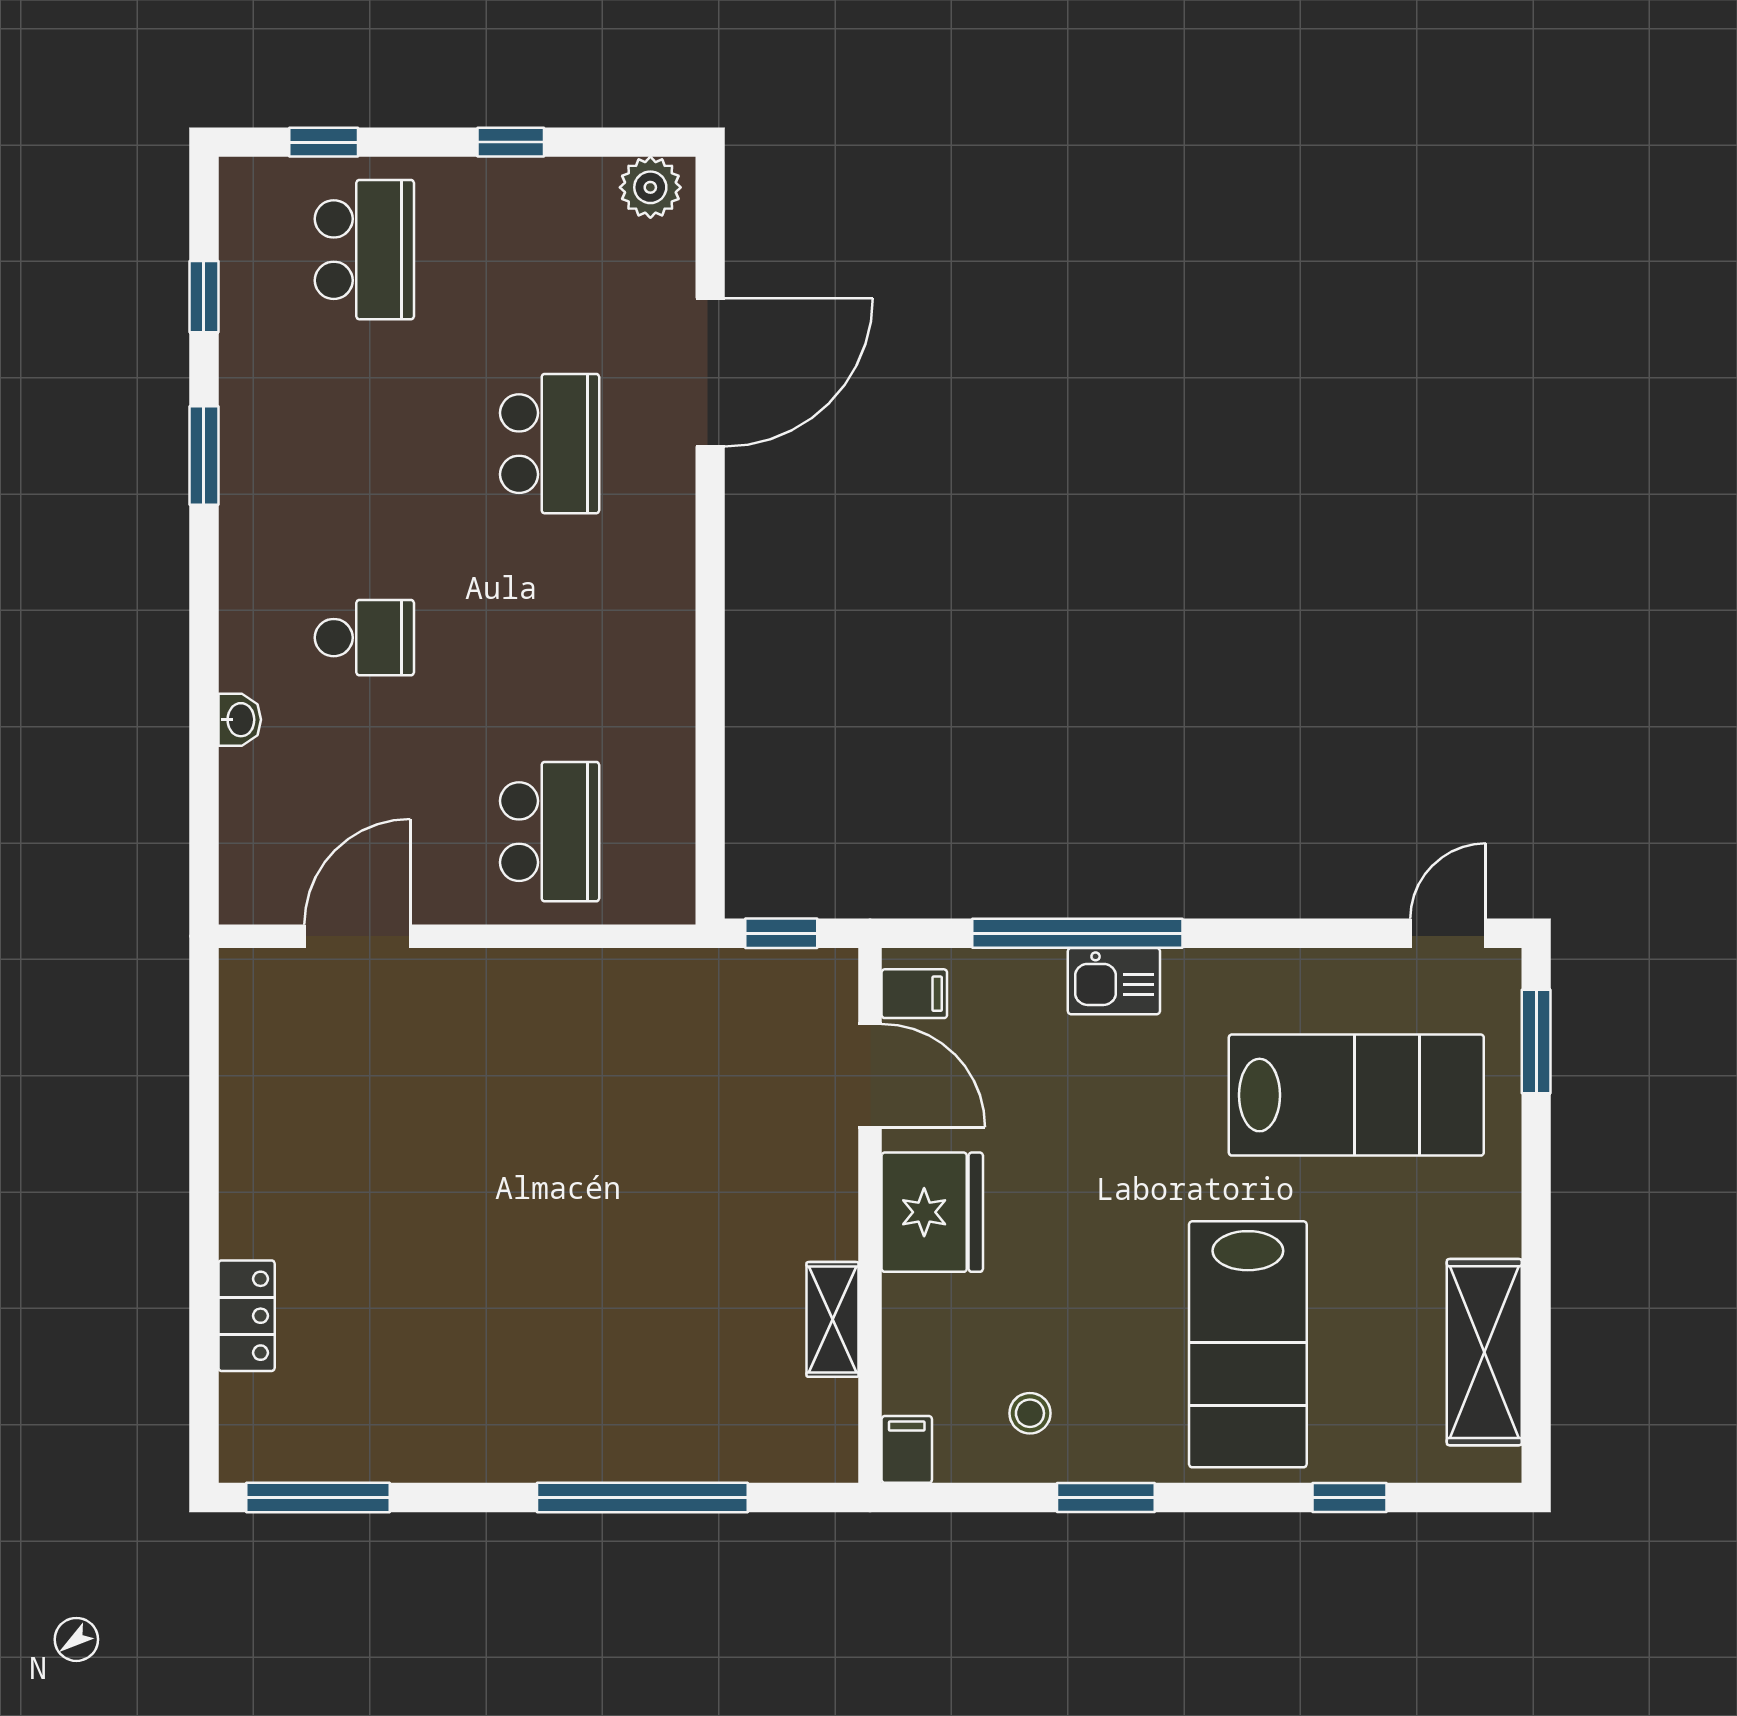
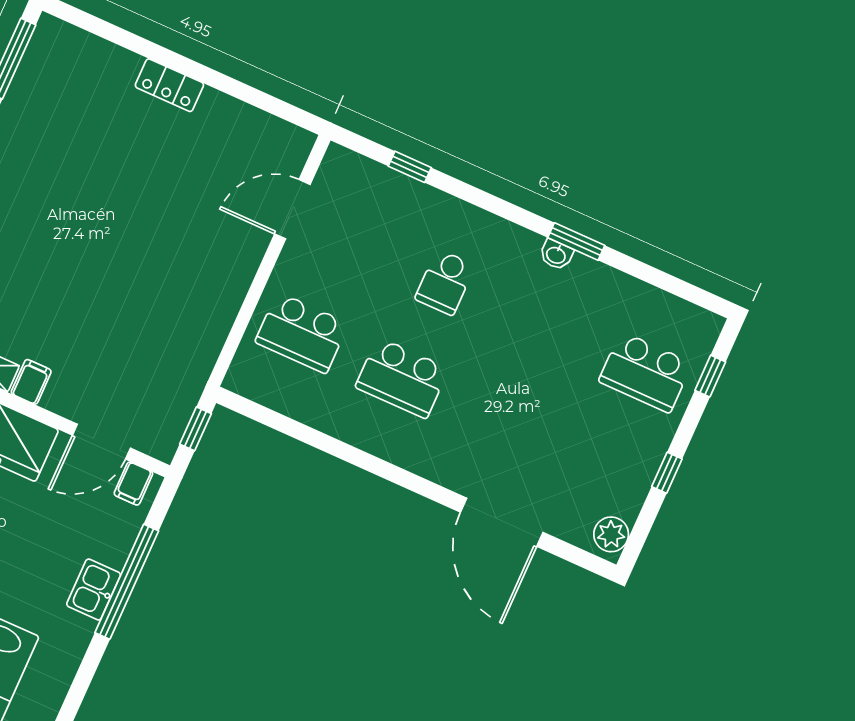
window: (204, 297) -> (410, 167), moved
school desk: (550, 444) -> (402, 378), moved
washbasin: (240, 720) -> (556, 255), moved
door: (357, 936) -> (292, 209), swing flipped
filing cabinet: (825, 1232) -> (31, 382), added
locker: (247, 1316) -> (169, 85), moved

